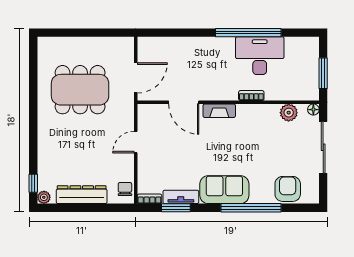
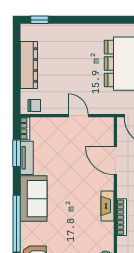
bookcase: (251, 96) -> (122, 217), width x1.56
door: (184, 102) -> (115, 161), hinge flipped
fireplace: (219, 111) -> (107, 206), moved
plant: (44, 197) -> (26, 30), removed

